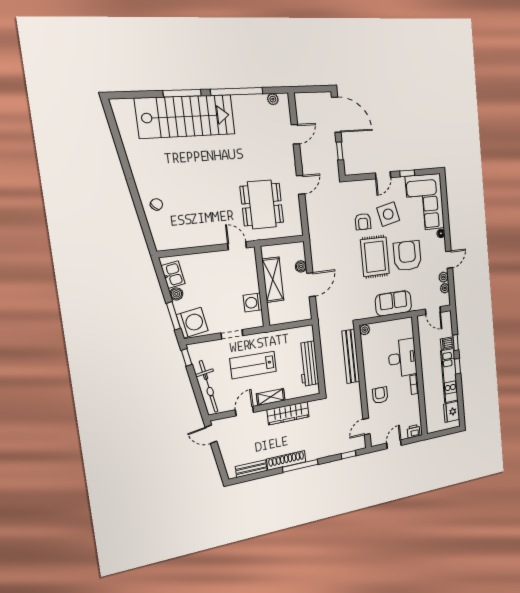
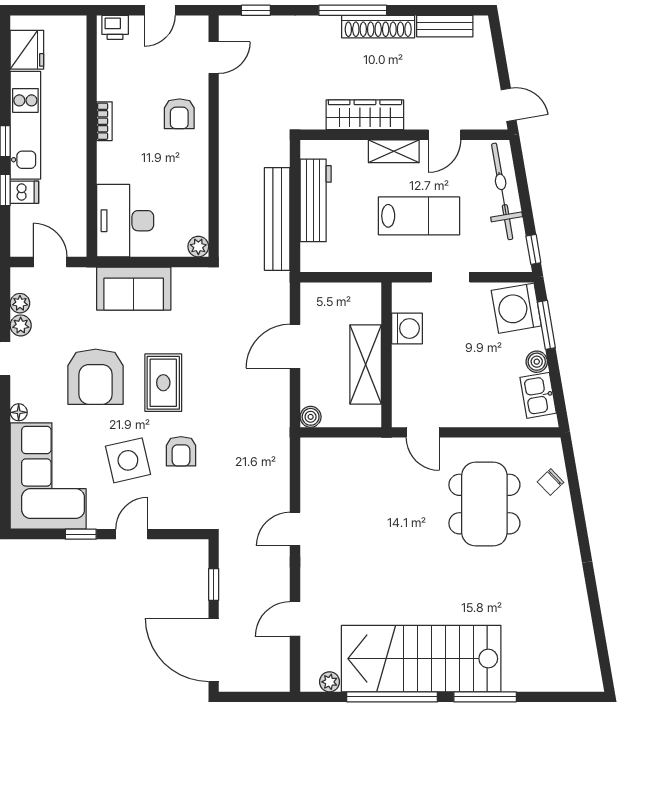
stairs: (186, 116) -> (421, 659), moved
chair: (156, 204) -> (551, 482), moved
dining table: (262, 204) -> (484, 504), moved
armchair: (363, 222) -> (181, 451), turned 180
rug: (375, 257) -> (163, 383), width x0.73, depth x0.70
boiler: (301, 266) -> (311, 417), moved
bench: (351, 356) -> (277, 219), moved
desk: (402, 358) -> (125, 221), moved

